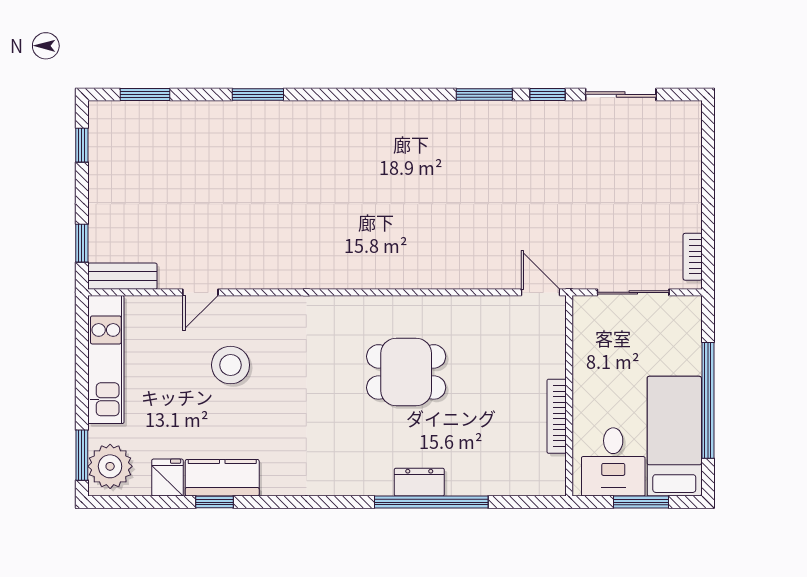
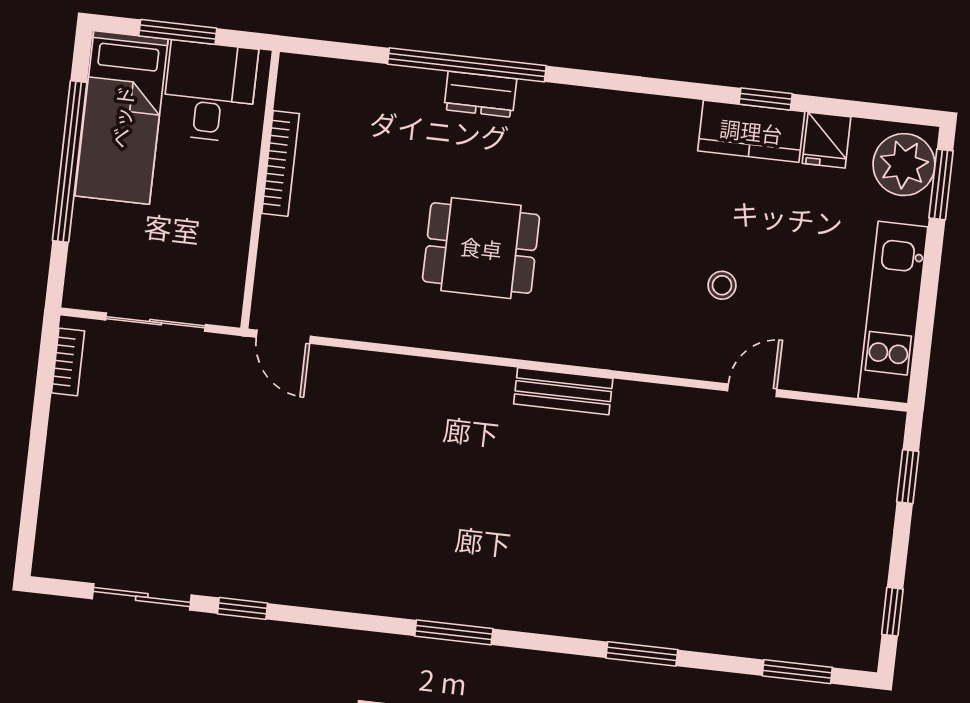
window: (484, 94) -> (454, 632), moved
bench: (122, 276) -> (563, 391), moved
stool: (231, 365) -> (722, 285), width x0.53, depth x0.53

